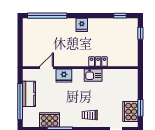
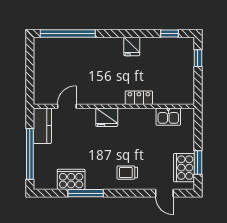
fridge: (82, 25) -> (132, 46), moved
fridge: (64, 75) -> (107, 117), moved
kitchen sink: (93, 75) -> (168, 117), moved
kitchen counter: (29, 94) -> (42, 126), moved

